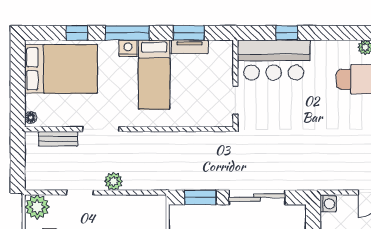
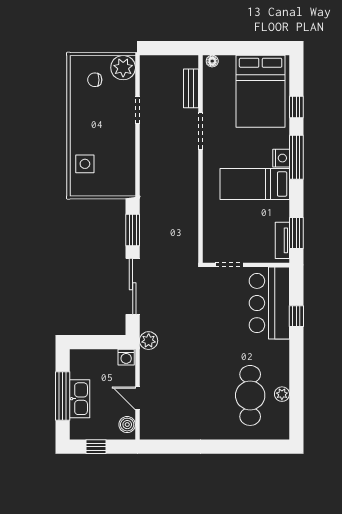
window: (189, 33) -> (296, 233), moved
tv unit: (190, 47) -> (282, 240), moved
plant: (114, 181) -> (149, 341), moved

